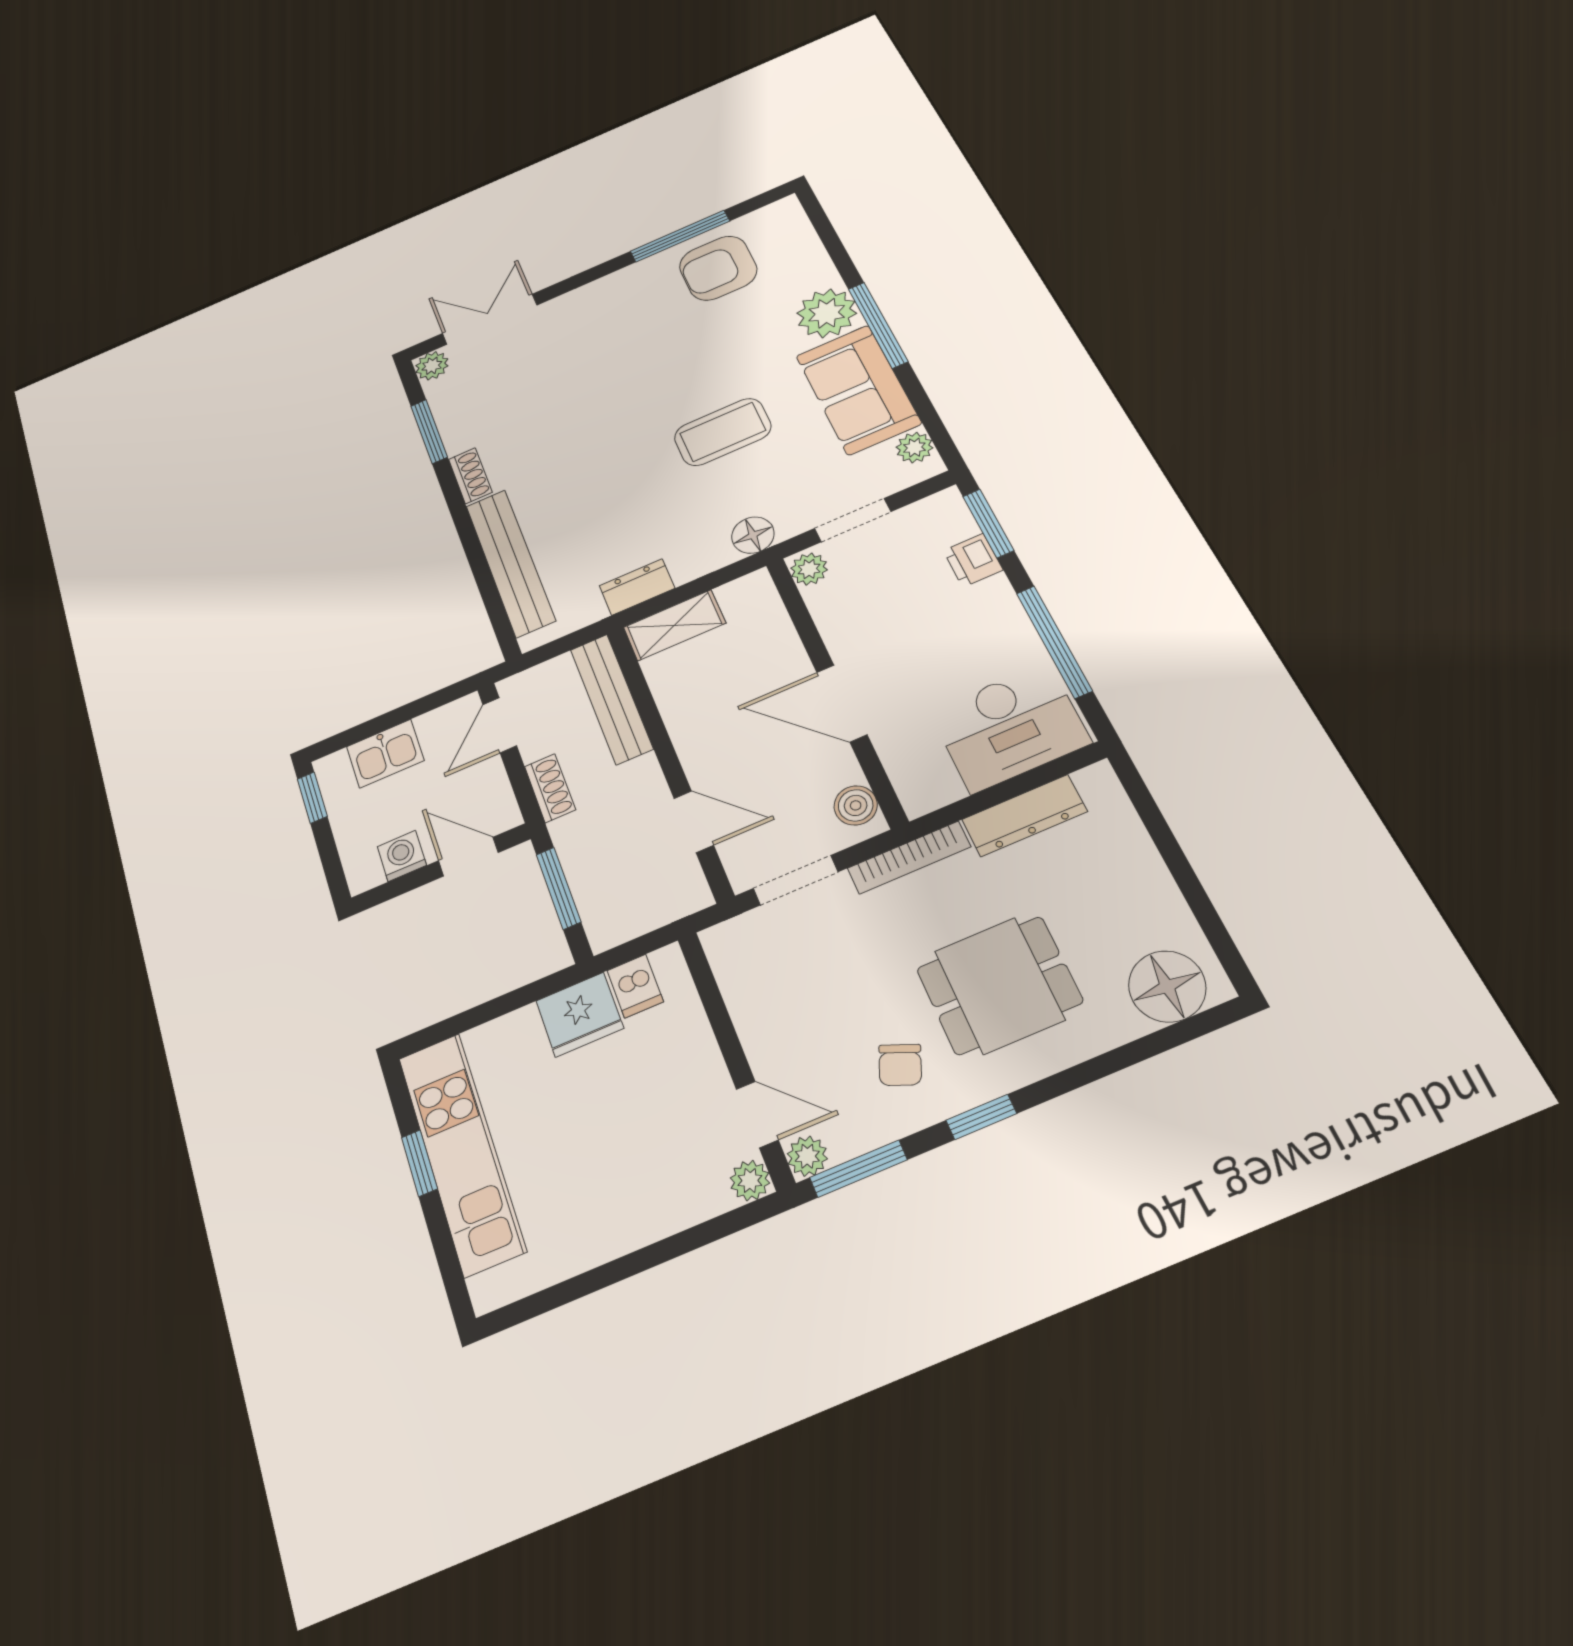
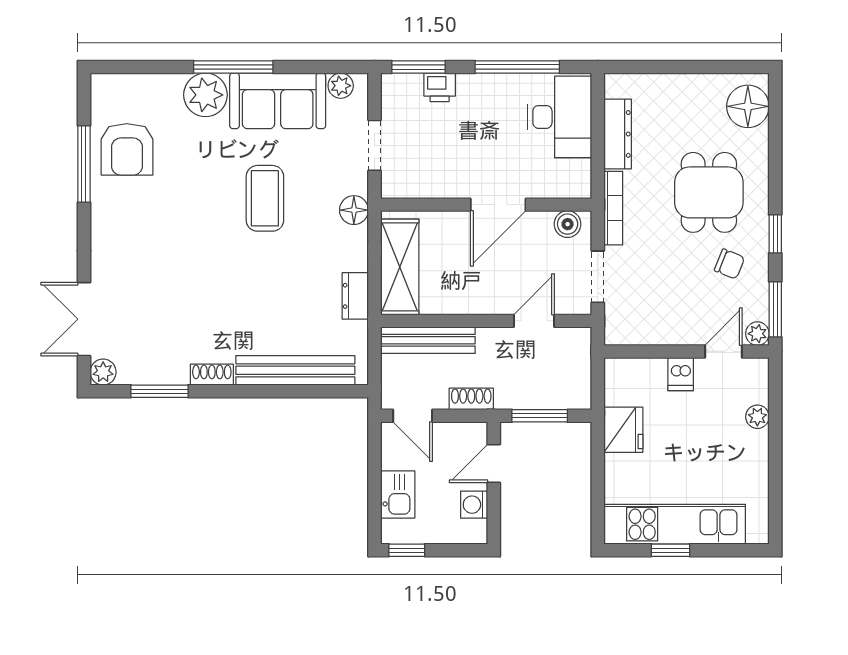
plant: (809, 569) -> (396, 186), removed
shelving: (674, 625) -> (400, 267), width x1.50, depth x1.33
dishwasher: (635, 986) -> (681, 374), moved, turned 90
plant: (750, 1181) -> (757, 417), moved

